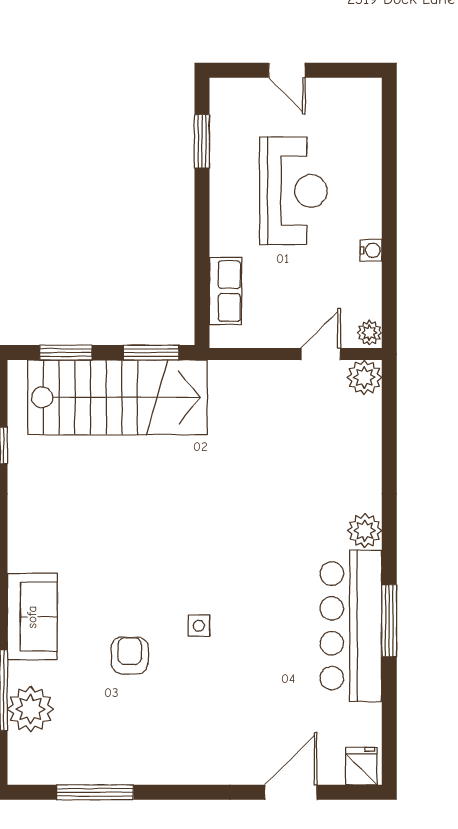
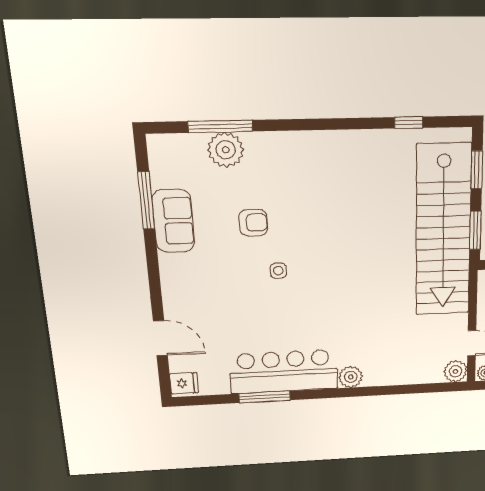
stairs: (117, 397) -> (443, 231), width x1.36
sofa: (32, 617) -> (173, 221), moved, turned -90
window: (389, 621) -> (265, 397), moved
plant: (30, 709) -> (226, 150), moved

